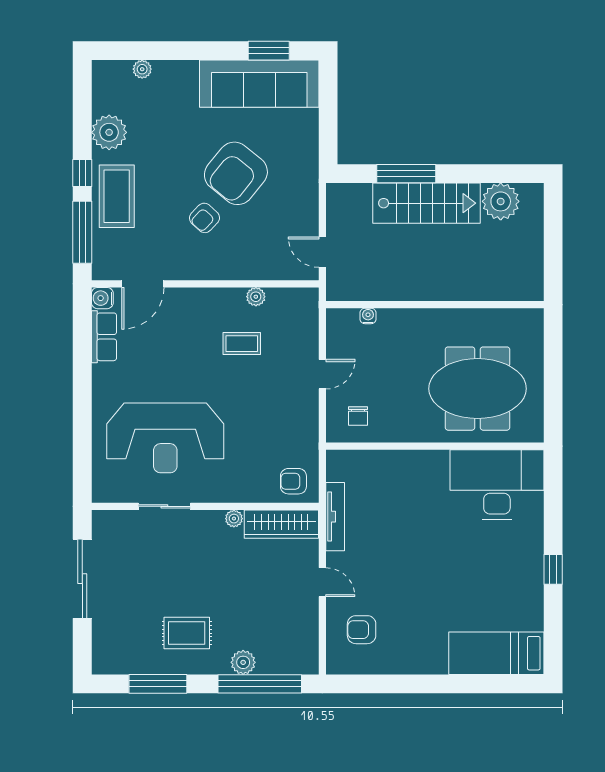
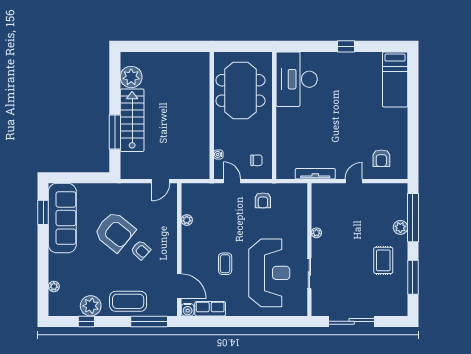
window: (82, 173) -> (86, 321), moved
wall: (435, 305) -> (212, 115), moved
water cooler: (368, 316) -> (218, 154), moved
coffee table: (242, 344) -> (225, 264), moved
armchair: (293, 481) -> (263, 200), moved
wardrobe: (281, 524) -> (320, 205), removed

